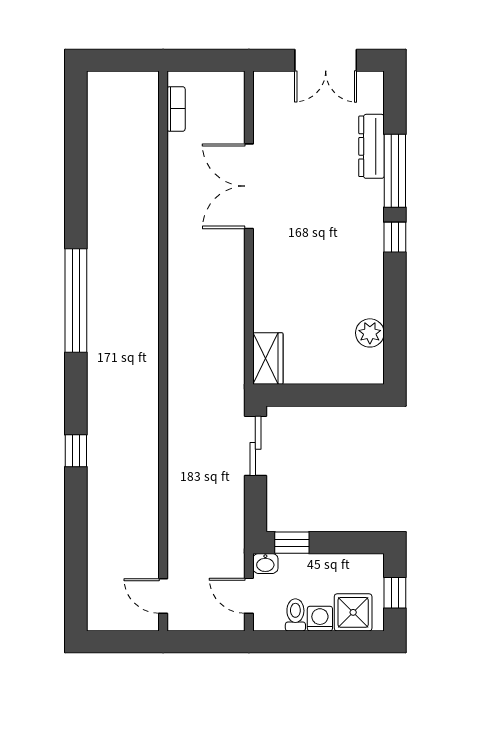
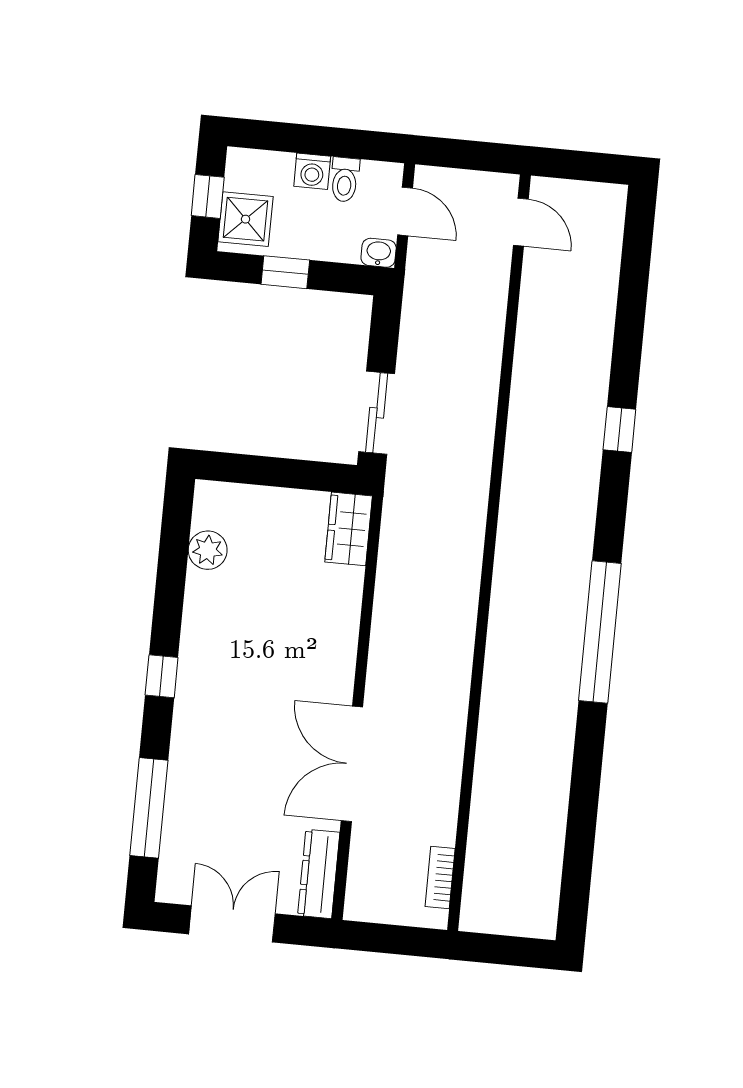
dresser: (372, 146) -> (319, 874), moved, turned 180
window: (395, 171) -> (149, 808), moved
double door: (249, 186) -> (352, 764), swing flipped
window: (292, 543) -> (285, 272), moved
shower: (353, 612) -> (246, 219), moved

